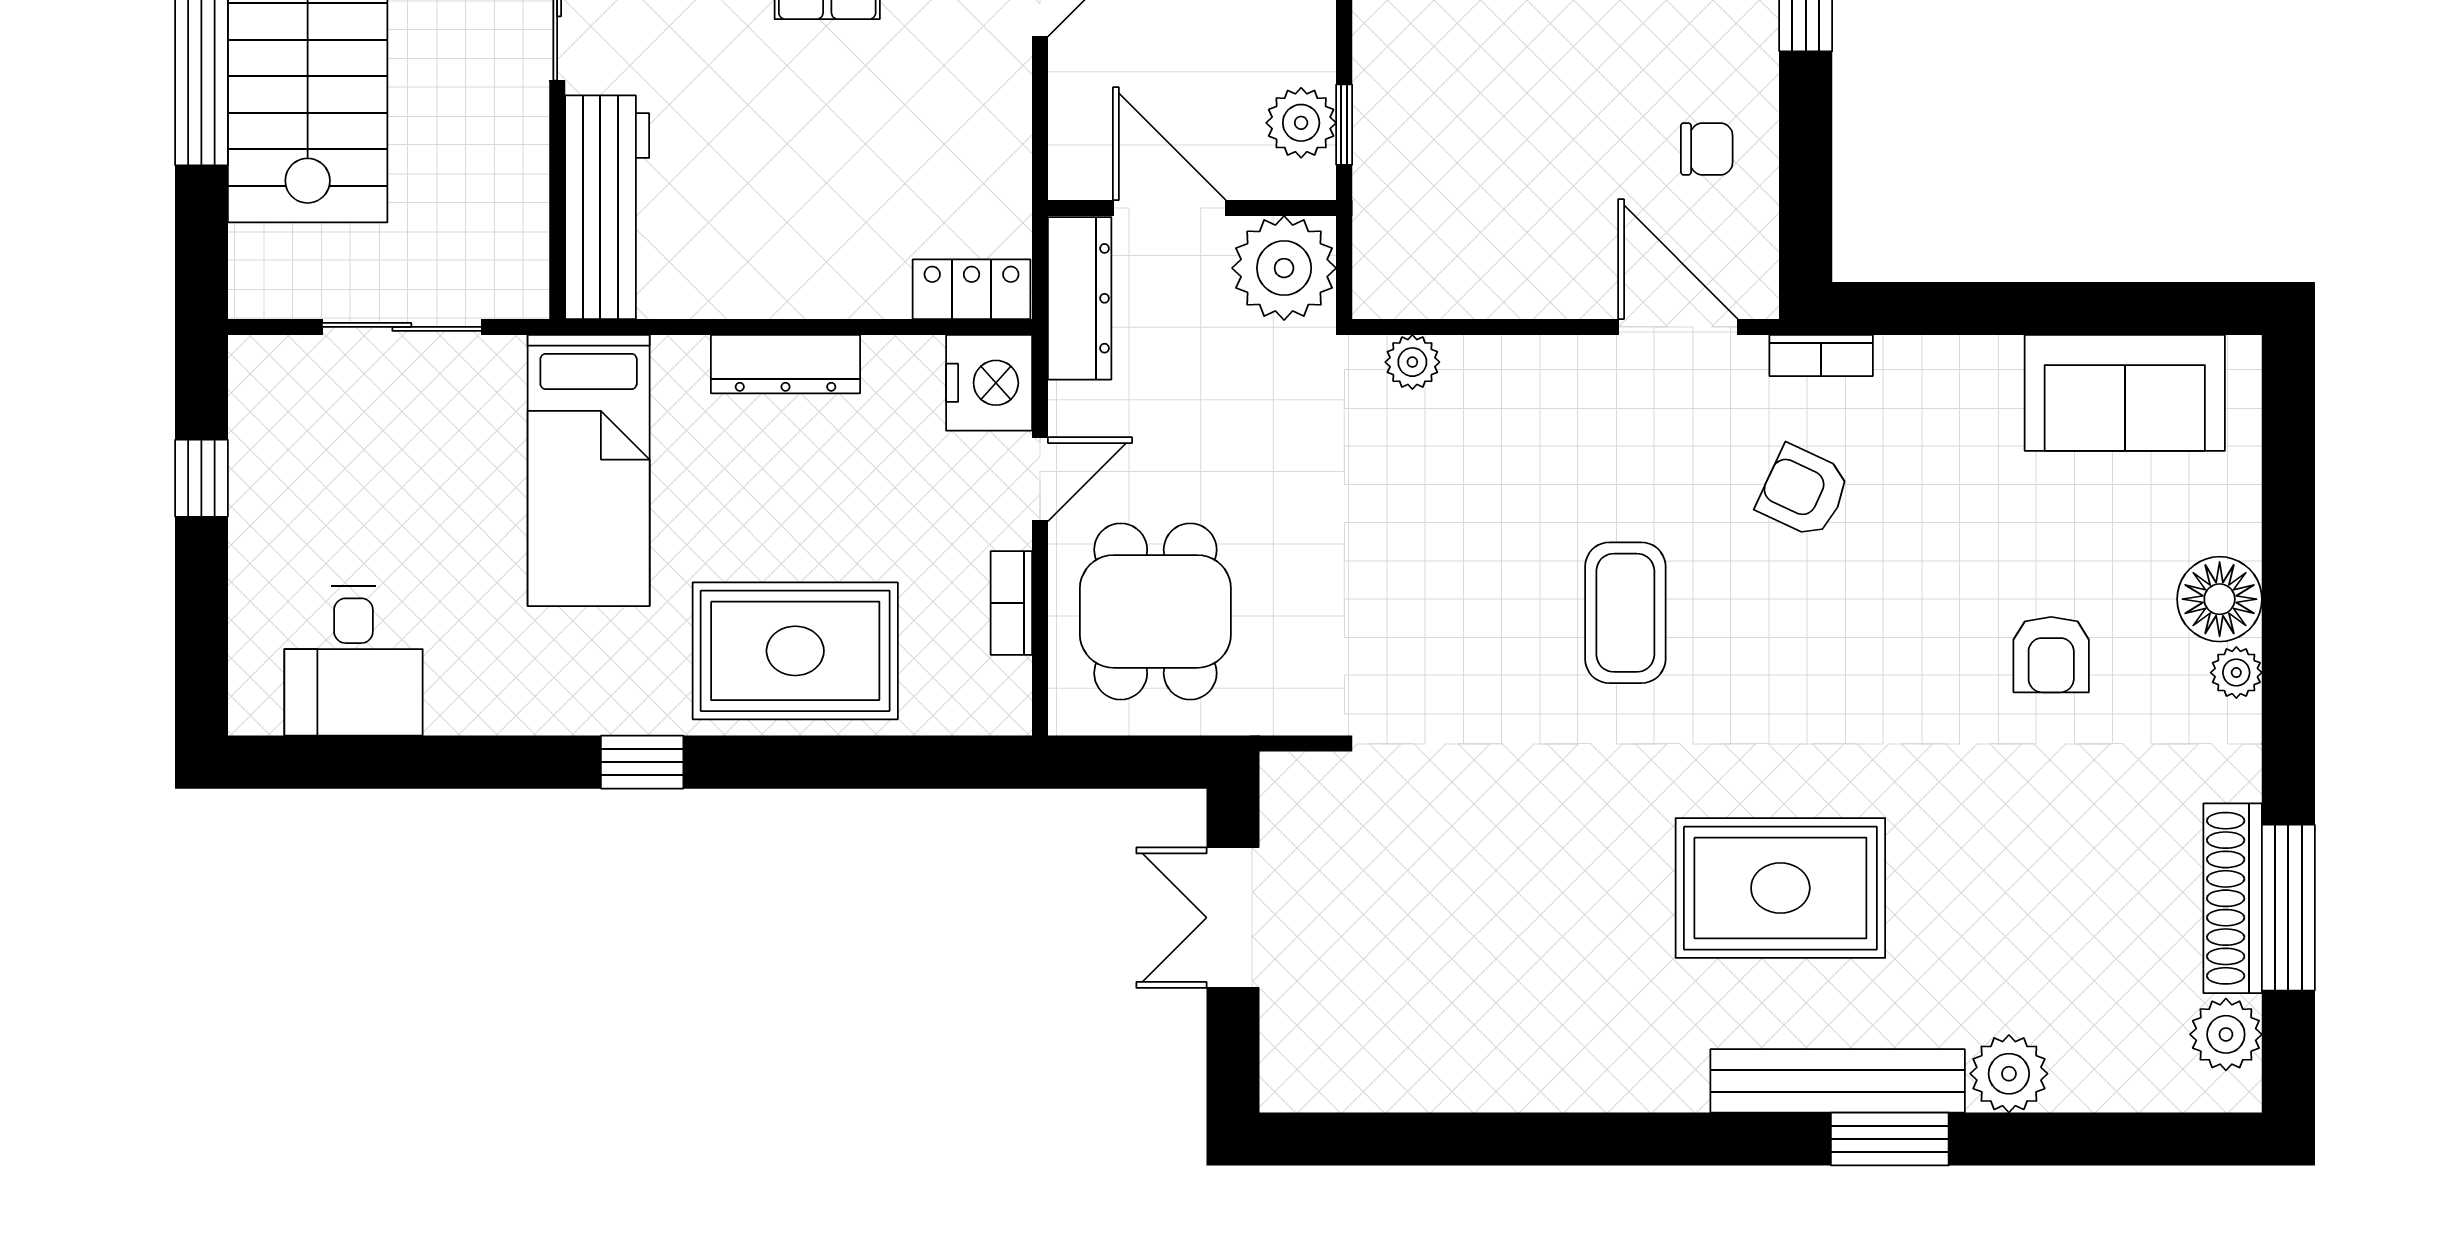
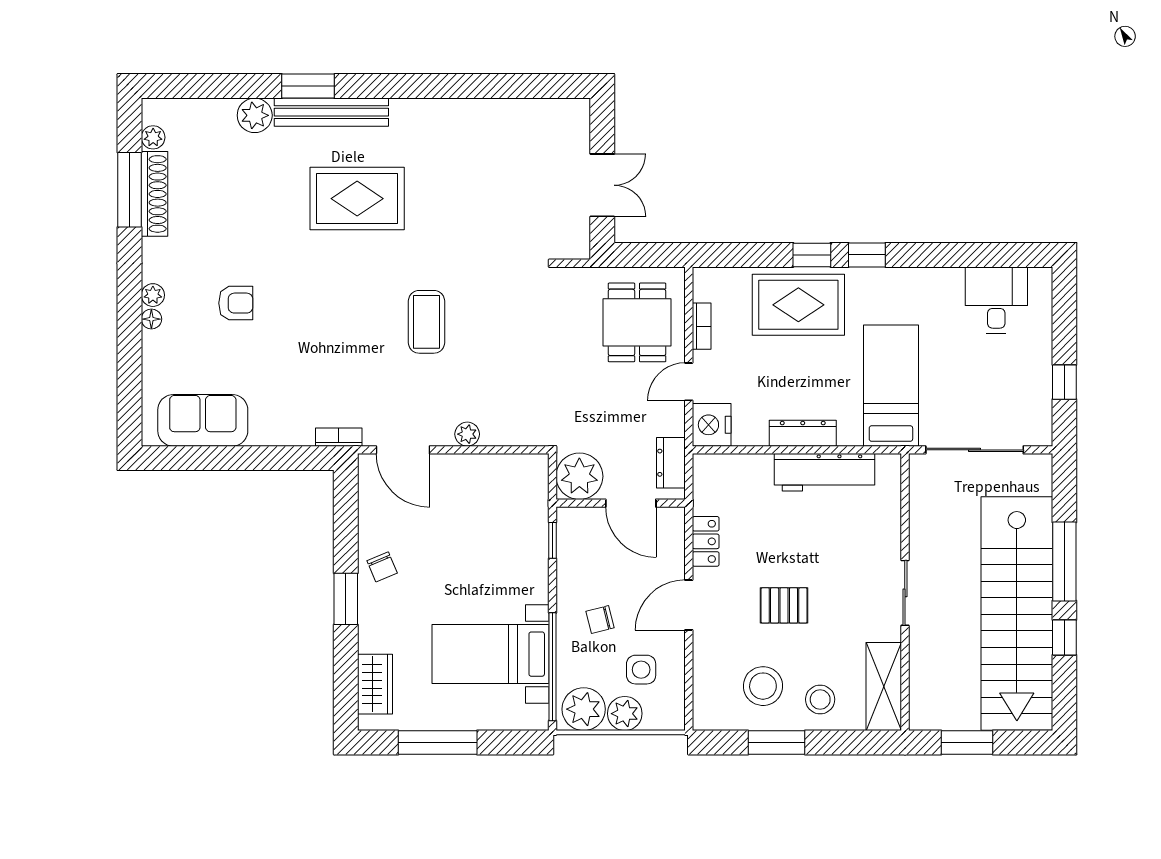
plant: (1301, 123) -> (572, 541), removed
chair: (1707, 149) -> (382, 567), moved, turned -113
workbench: (607, 207) -> (824, 472), moved, turned -90
locker: (972, 289) -> (706, 541), moved, turned -90
dresser: (1080, 298) -> (671, 463), width x0.70
sliding door: (402, 327) -> (975, 450), width x1.37
plant: (1412, 362) -> (467, 434), moved
armchair: (1804, 491) -> (347, 376), removed
floor lamp: (2220, 599) -> (151, 319), width x0.53, depth x0.53
armchair: (2051, 655) -> (236, 303), turned 90
window: (765, 762) -> (812, 255), added
plant: (2226, 1034) -> (153, 137), width x0.73, depth x0.73

